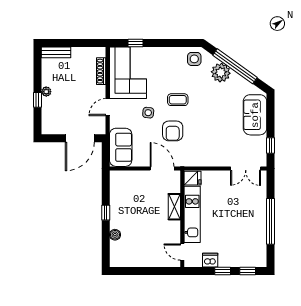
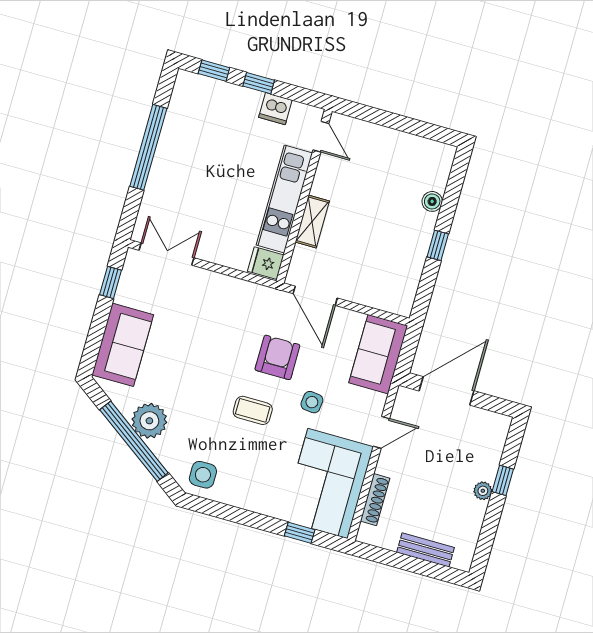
bench: (56, 52) -> (425, 550), moved
plant: (221, 73) -> (149, 421), moved

